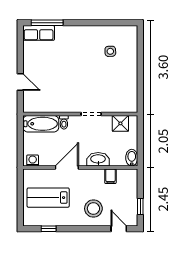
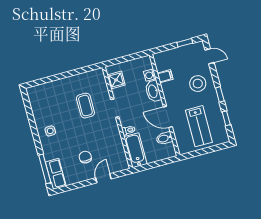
side table: (110, 51) -> (50, 131), moved
chair: (48, 69) -> (85, 157), added
coffee table: (102, 84) -> (85, 106), added
bidet: (132, 158) -> (164, 138), moved
washing machine: (33, 160) -> (150, 75), moved
window: (76, 229) -> (220, 94), added
door: (119, 229) -> (210, 56), swing flipped

